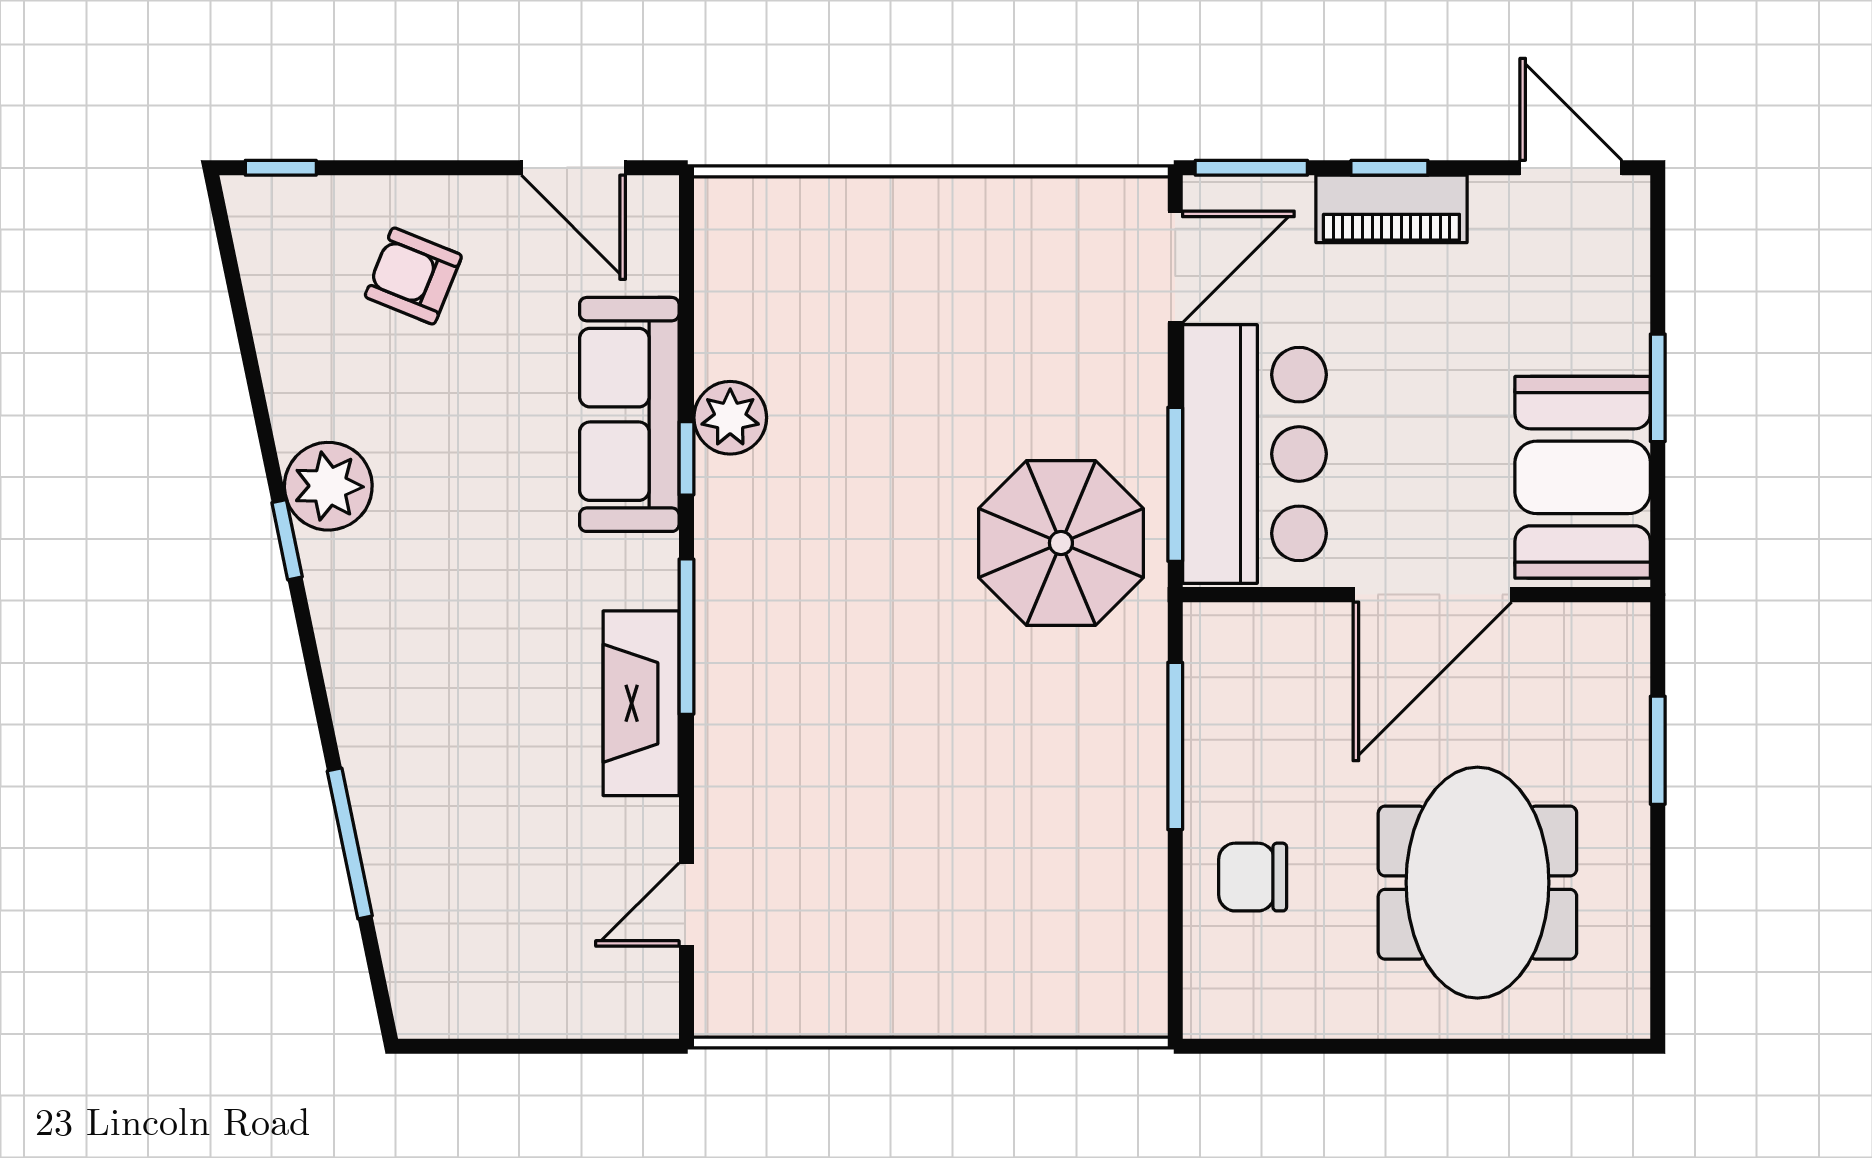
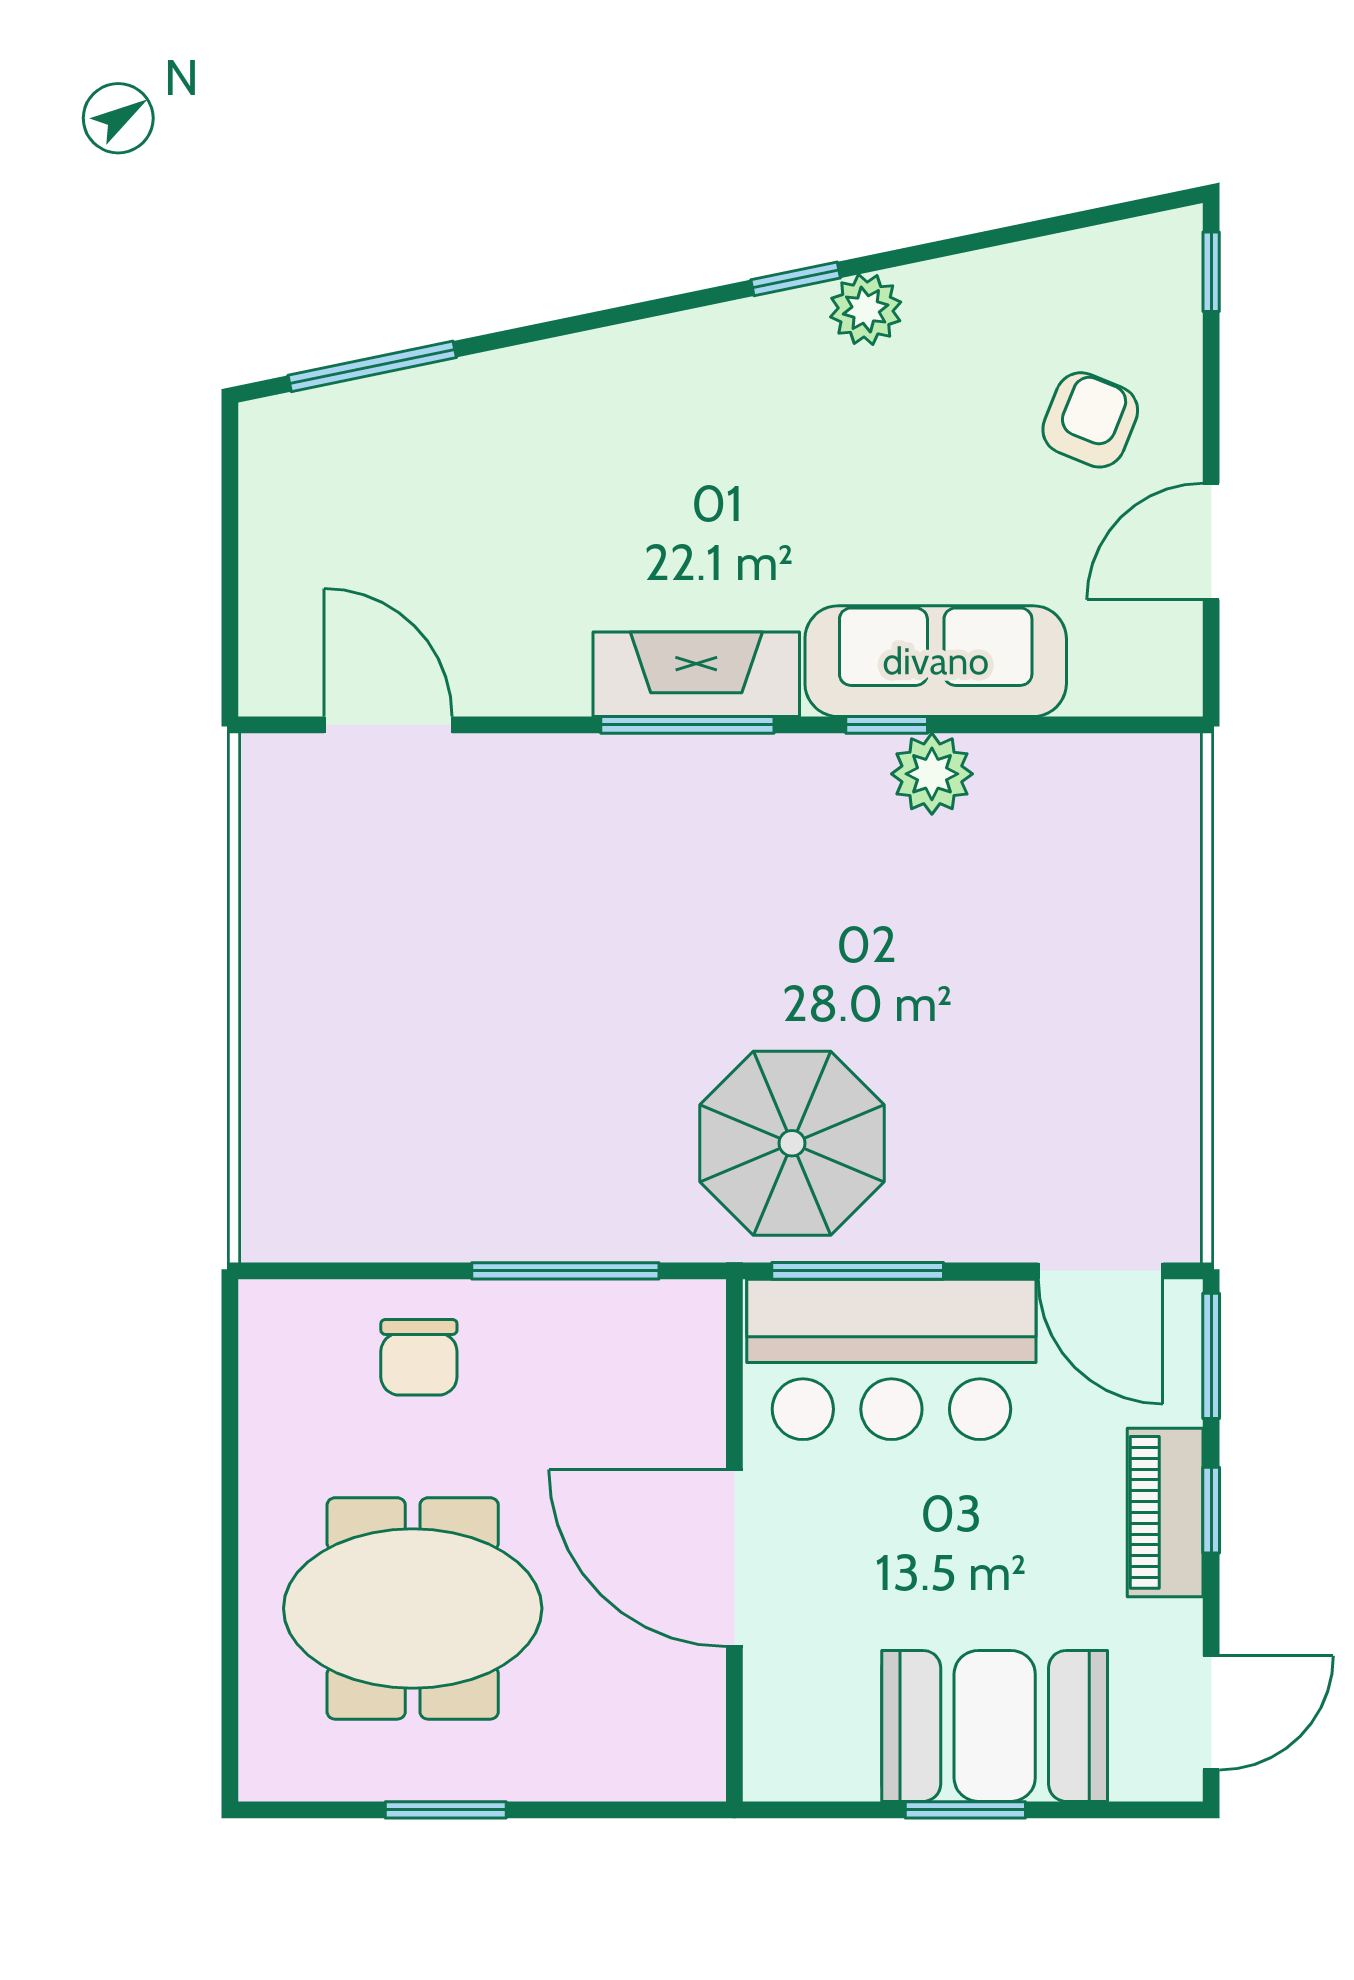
door: (573, 168) -> (1211, 541), moved
booth: (1583, 477) -> (995, 1726), moved
plant: (328, 486) -> (866, 310), width x0.73, depth x0.73
fireplace: (641, 703) -> (696, 674), moved
window: (1658, 750) -> (446, 1810), moved
window: (350, 843) -> (372, 366), moved
chair: (1253, 877) -> (419, 1357), turned 180
door: (686, 905) -> (388, 725), width x1.38

